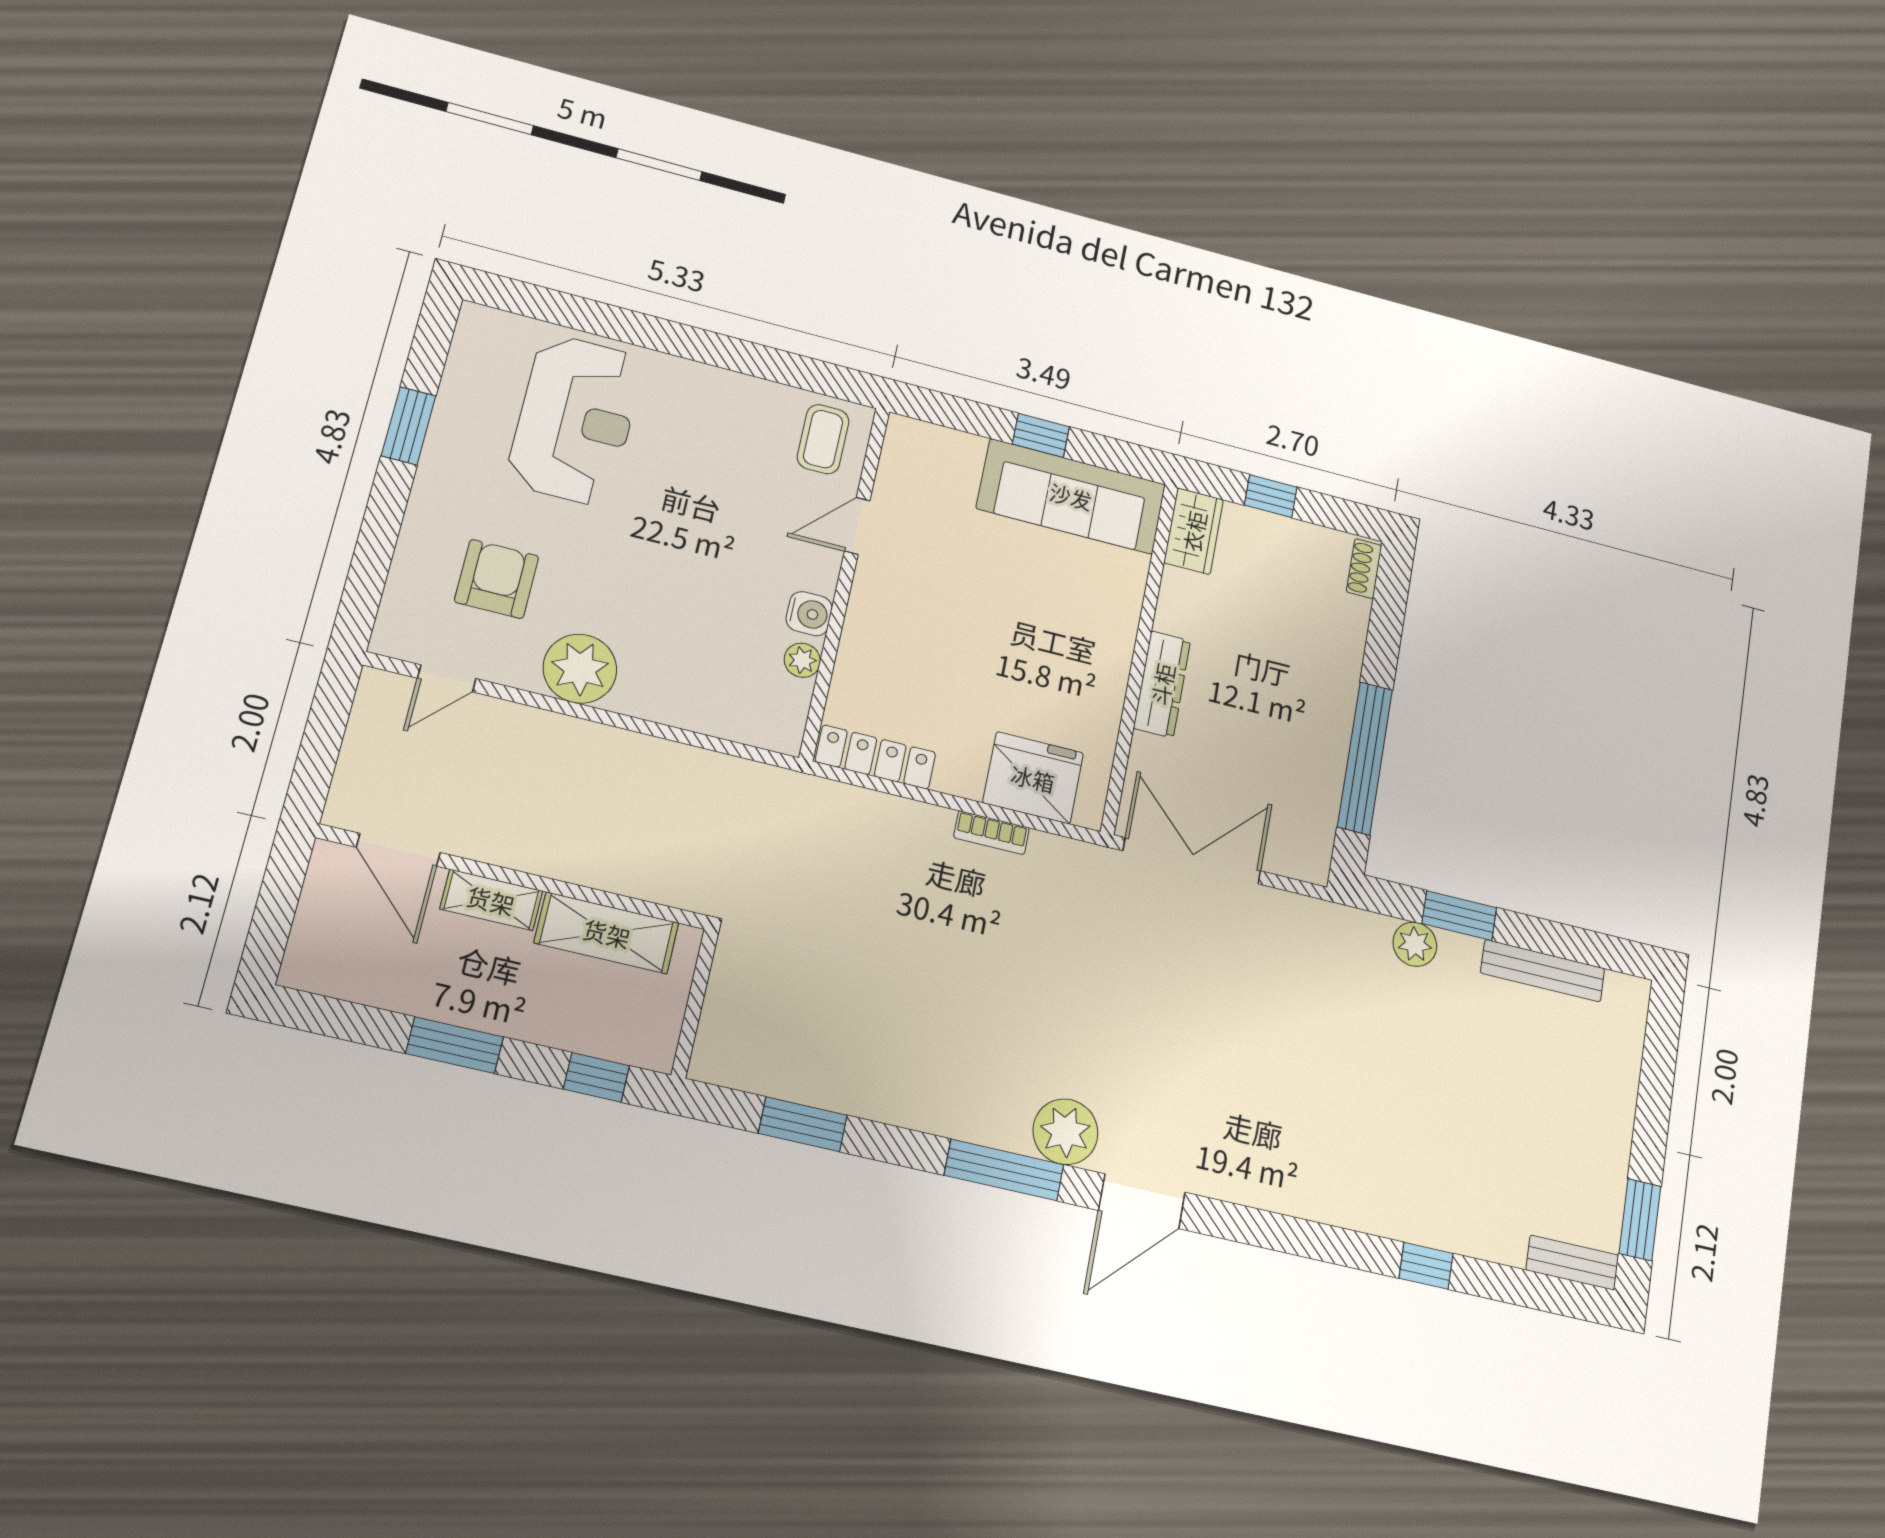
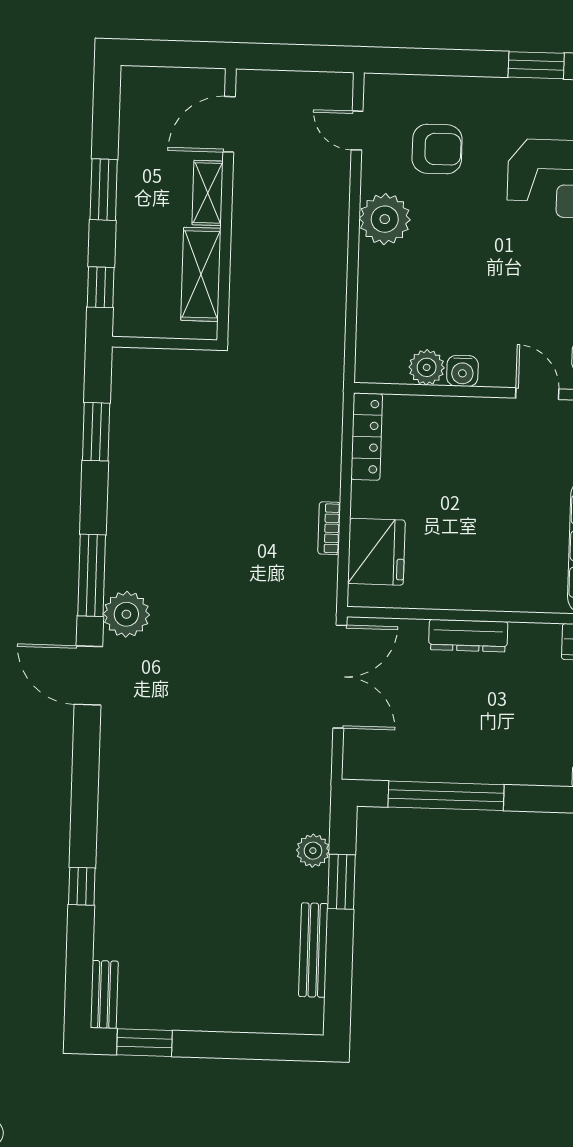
plant: (802, 660) -> (427, 367), width x1.38, depth x1.38

